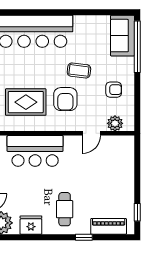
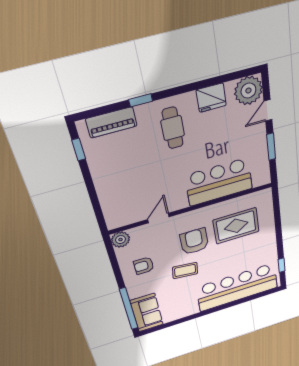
plant: (115, 123) -> (121, 240), moved

